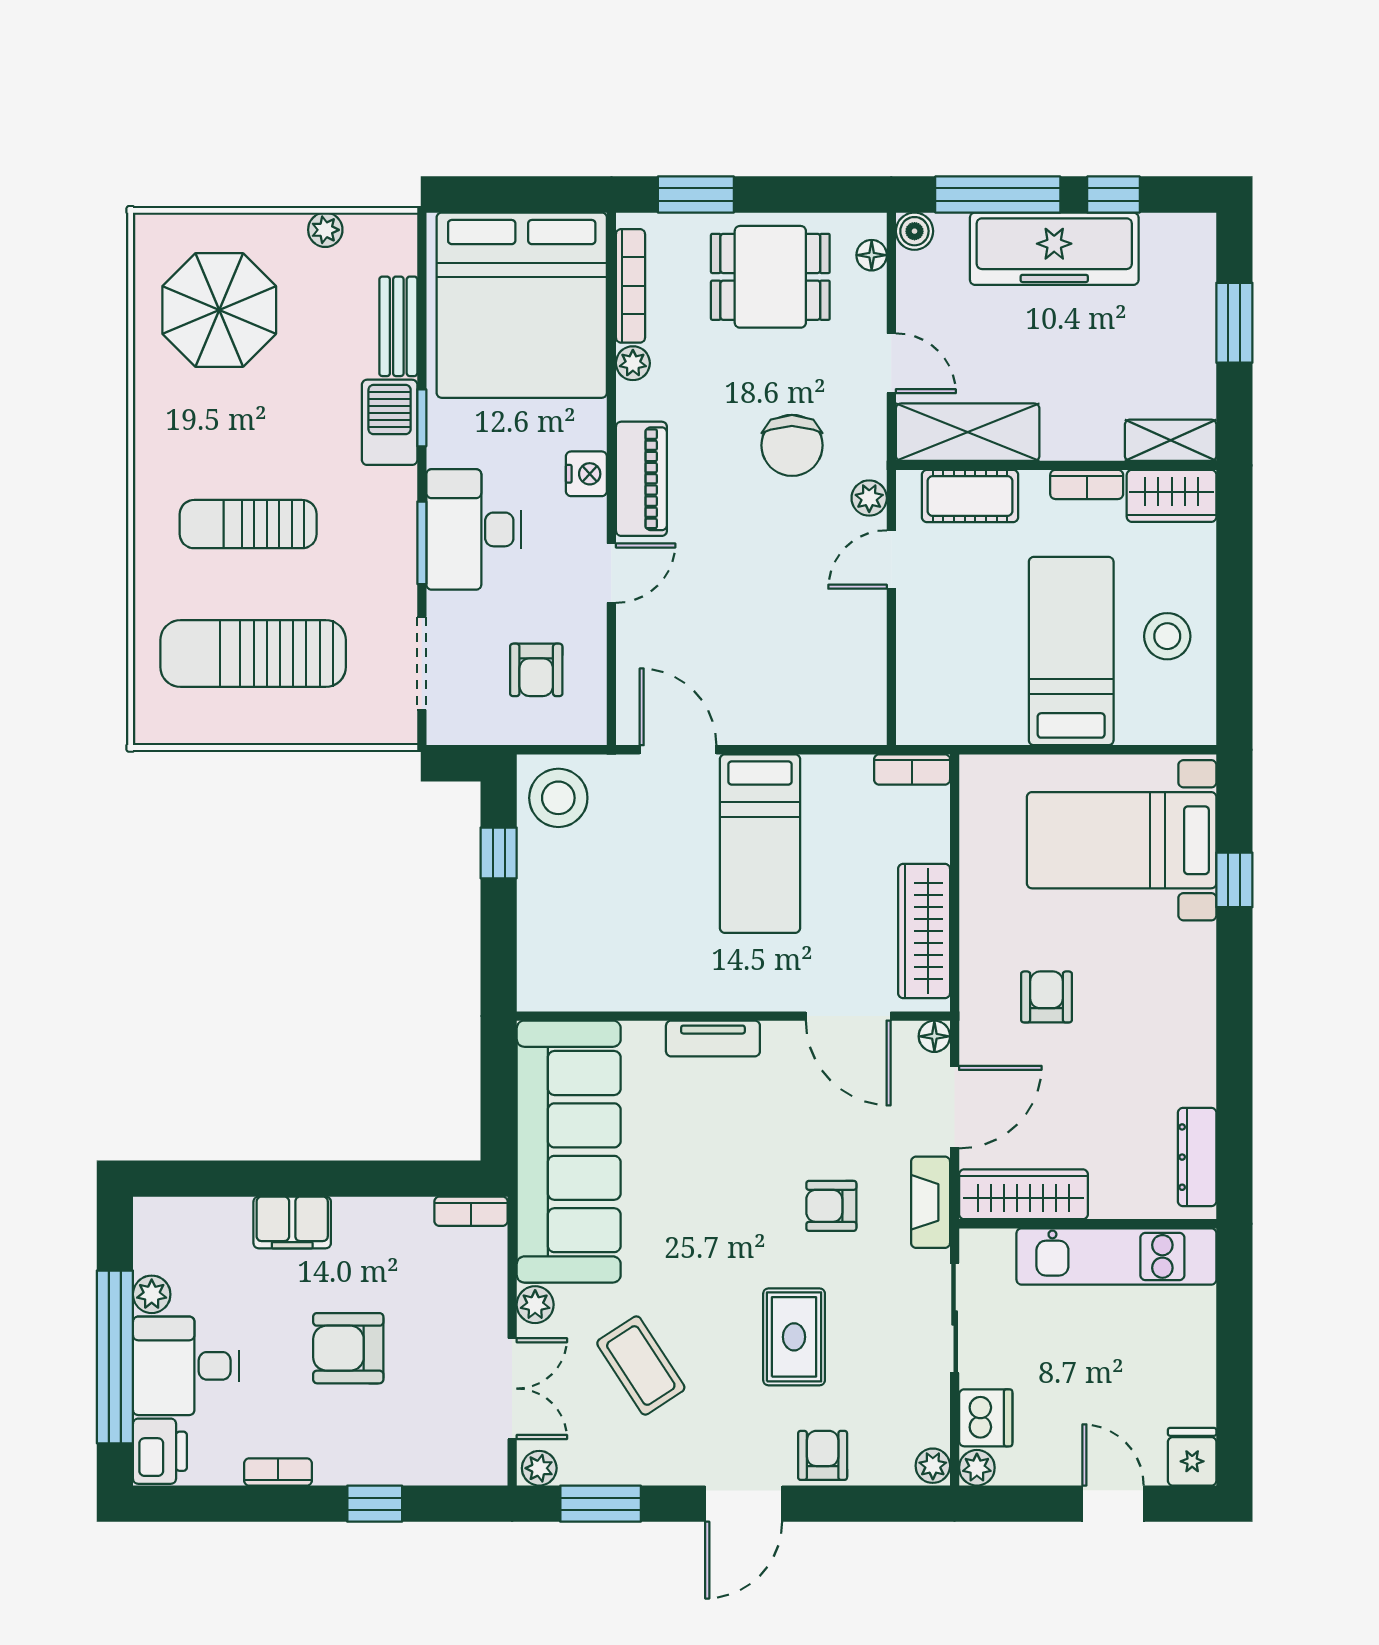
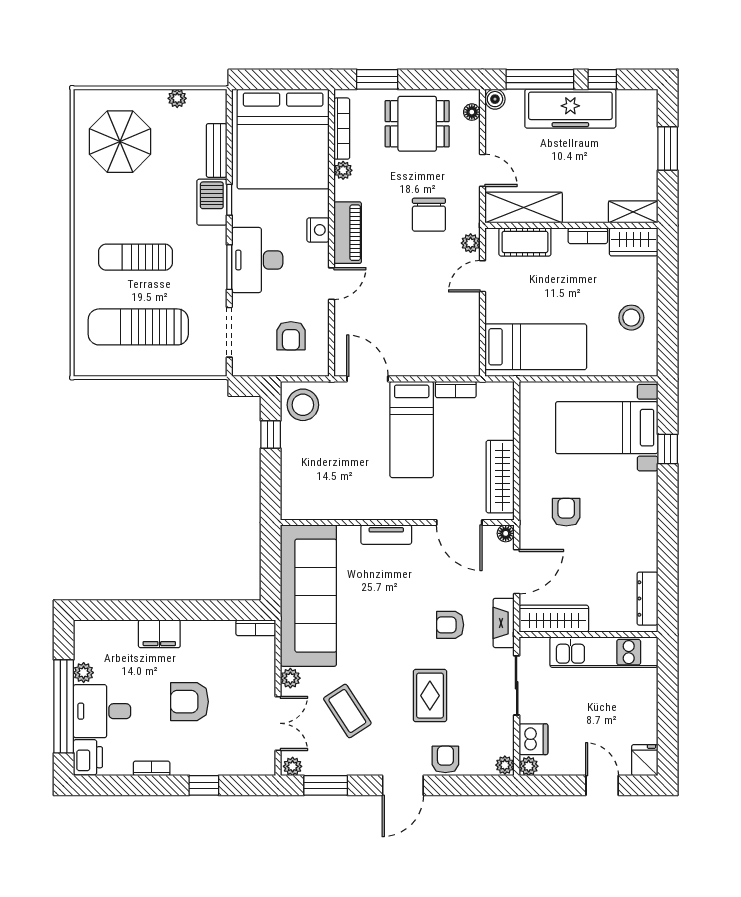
bed: (1071, 651) -> (536, 347), moved, turned 90
bookcase: (912, 769) -> (456, 389), moved

